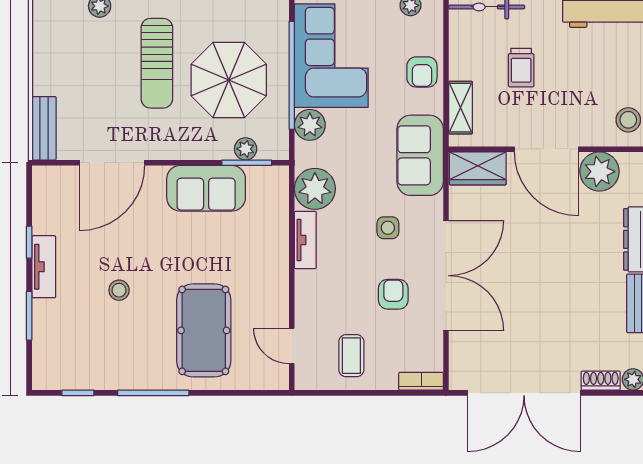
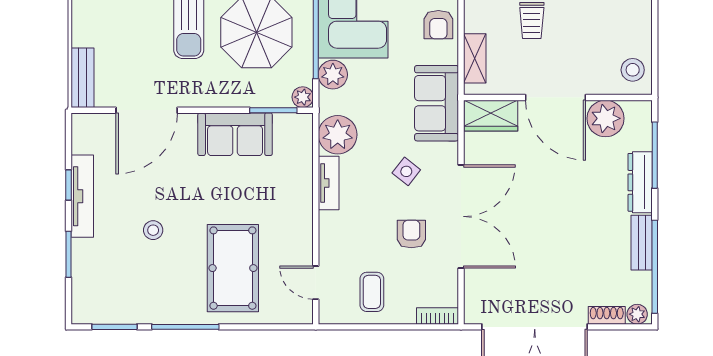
plant: (246, 149) -> (303, 97), moved
side table: (388, 228) -> (406, 171), turned 38
tv unit: (44, 267) -> (82, 196), width x1.41
window: (78, 393) -> (114, 327), width x1.50

